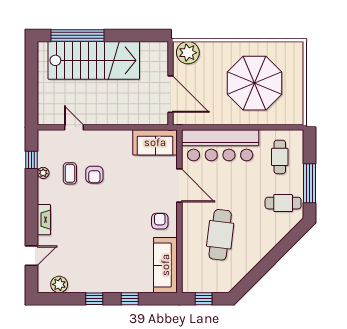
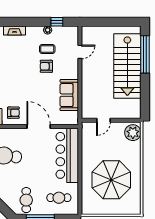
door: (171, 94) -> (103, 120), width x0.53
sofa: (155, 142) -> (69, 95), moved
door: (179, 186) -> (39, 127), swing flipped

